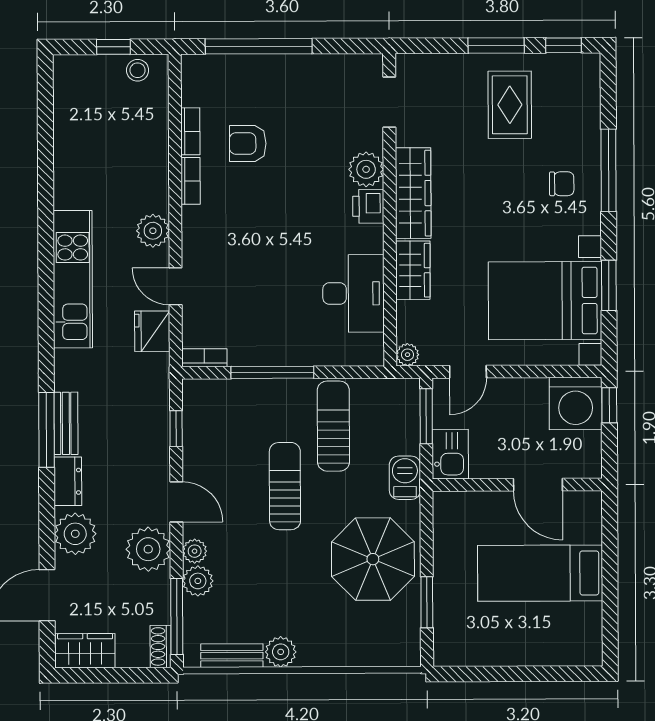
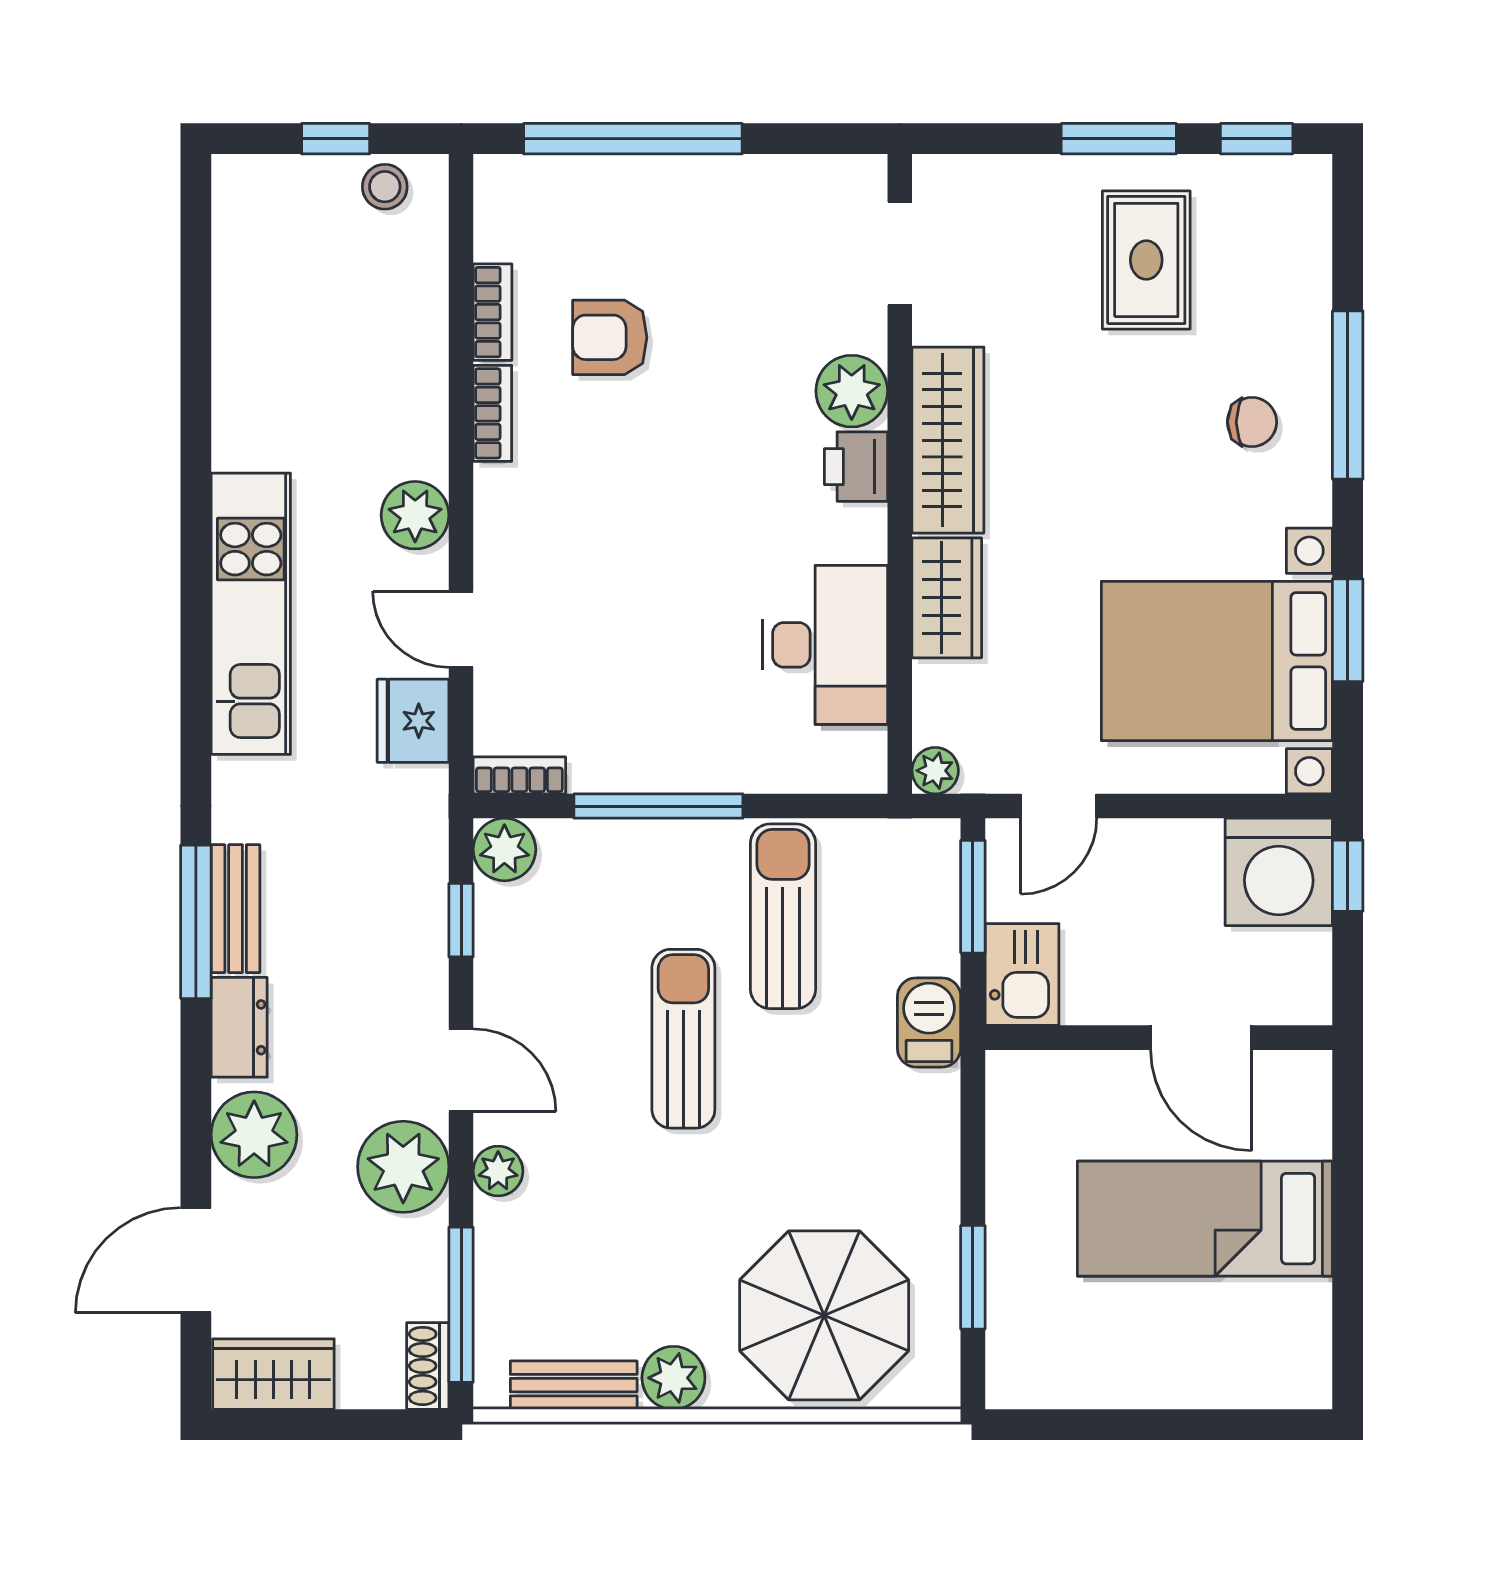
parasol: (373, 559) -> (824, 1315), moved
plant: (198, 581) -> (504, 849), moved

